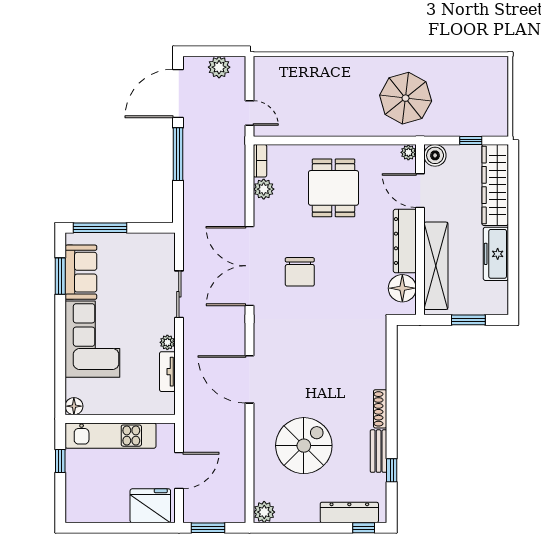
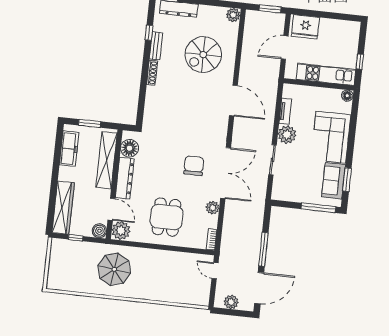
plant: (408, 152) -> (121, 231), width x1.88, depth x1.88
plant: (264, 189) -> (213, 208), moved
freezer: (496, 254) -> (69, 149), moved
plant: (167, 342) -> (287, 135), width x1.88, depth x1.88

